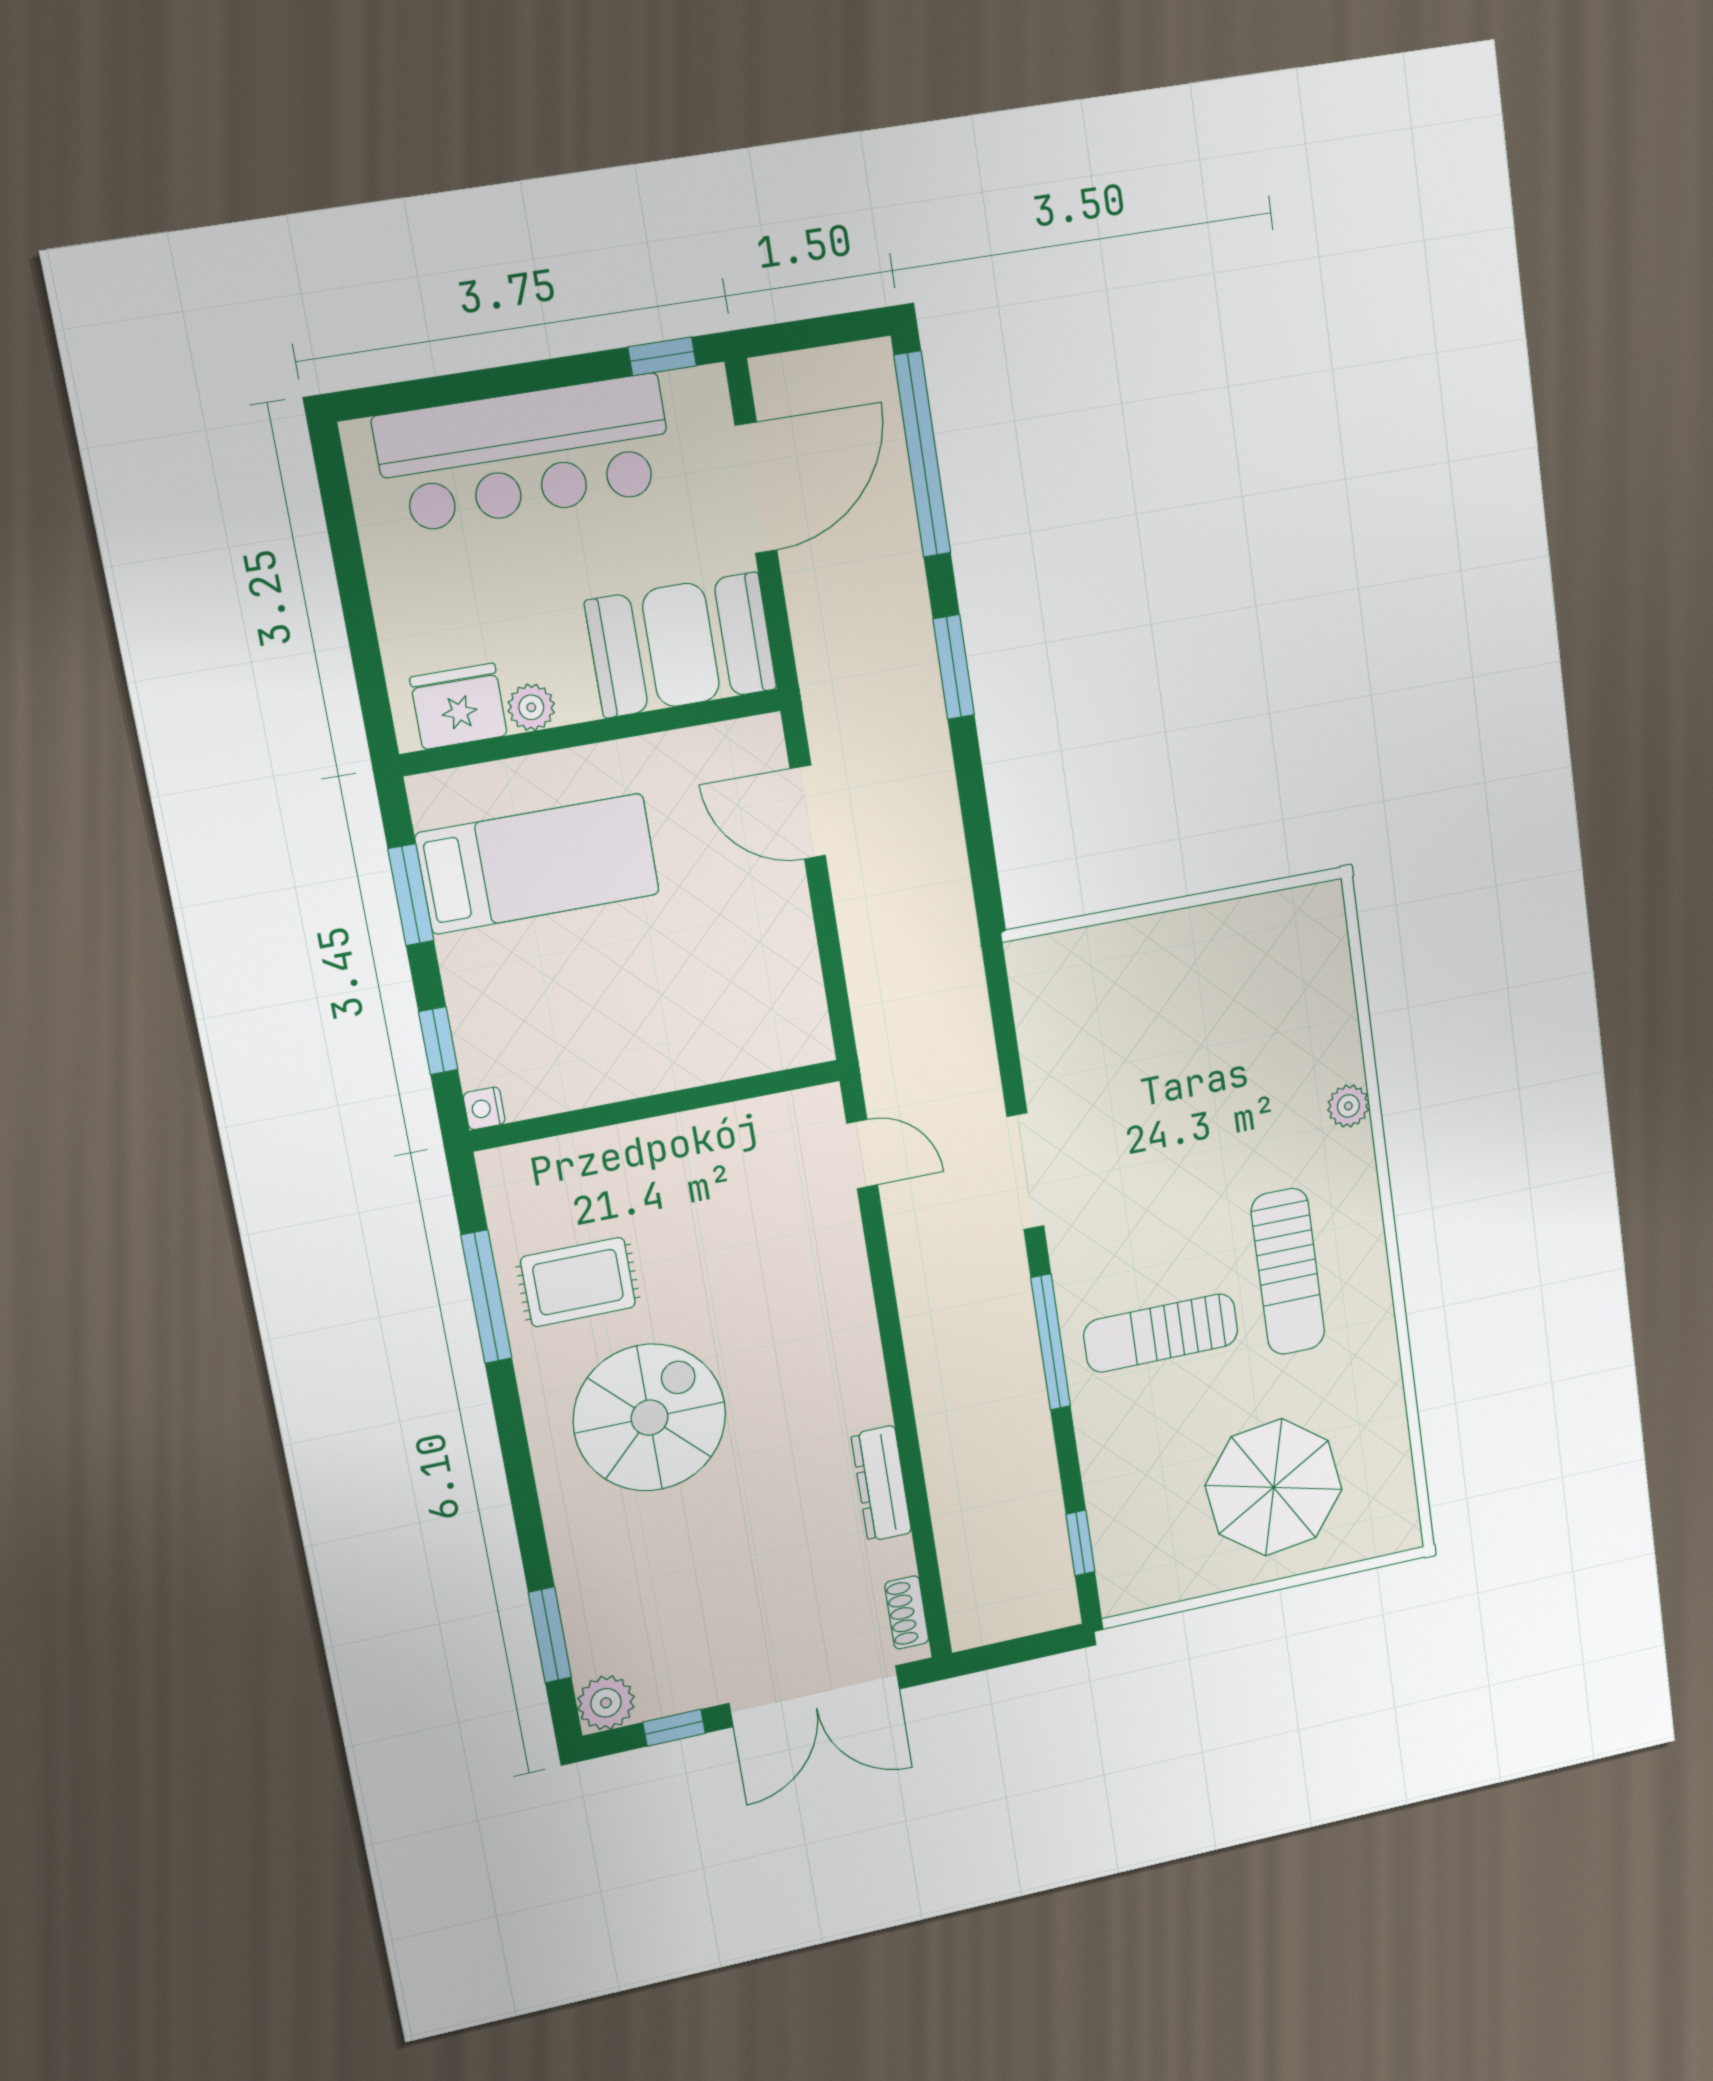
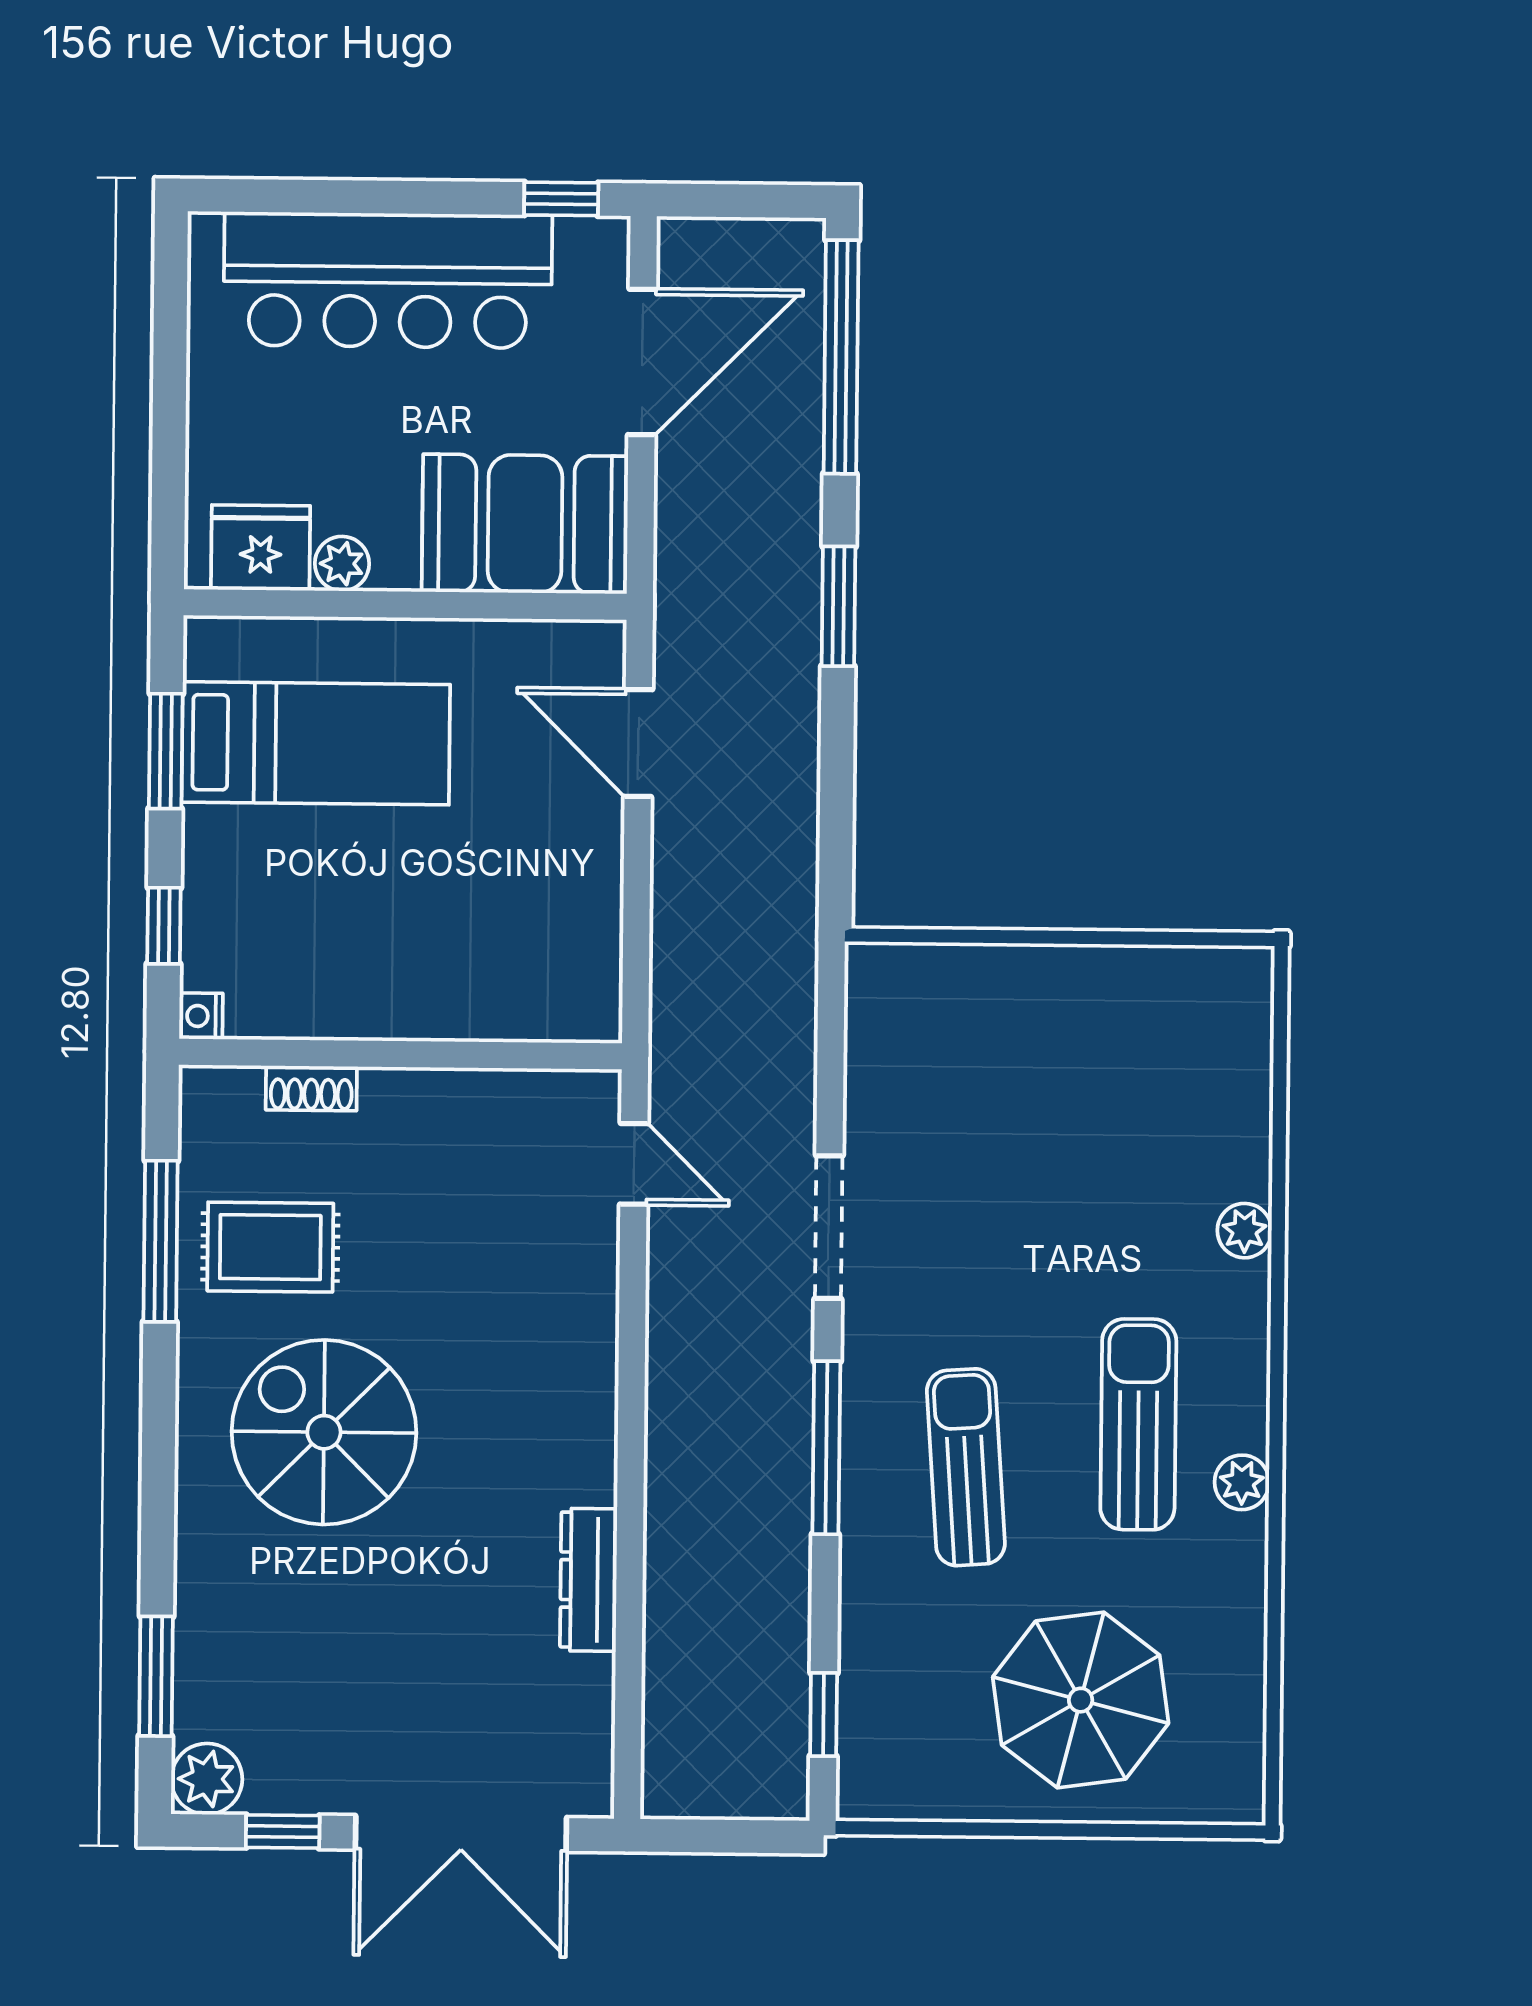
sun lounger: (1288, 1272) -> (1138, 1424), turned 180
plant: (1372, 1298) -> (1242, 1482), added
sun lounger: (1161, 1333) -> (966, 1467), turned 86
spiral stairs: (650, 1418) -> (324, 1432), turned -90
shoe rack: (907, 1612) -> (311, 1088), moved, turned -90

